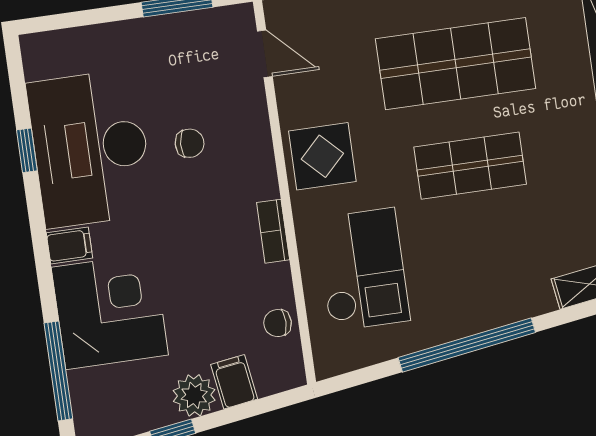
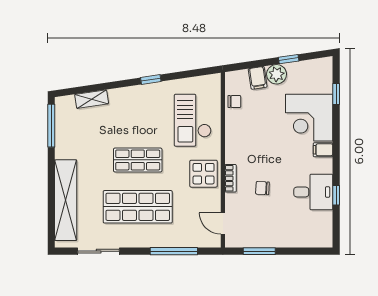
desk: (90, 149) -> (313, 192), width x0.53, depth x0.77
bookcase: (273, 231) -> (231, 178), moved
window: (467, 345) -> (151, 80), width x0.32
window: (58, 371) -> (336, 94), width x0.46

